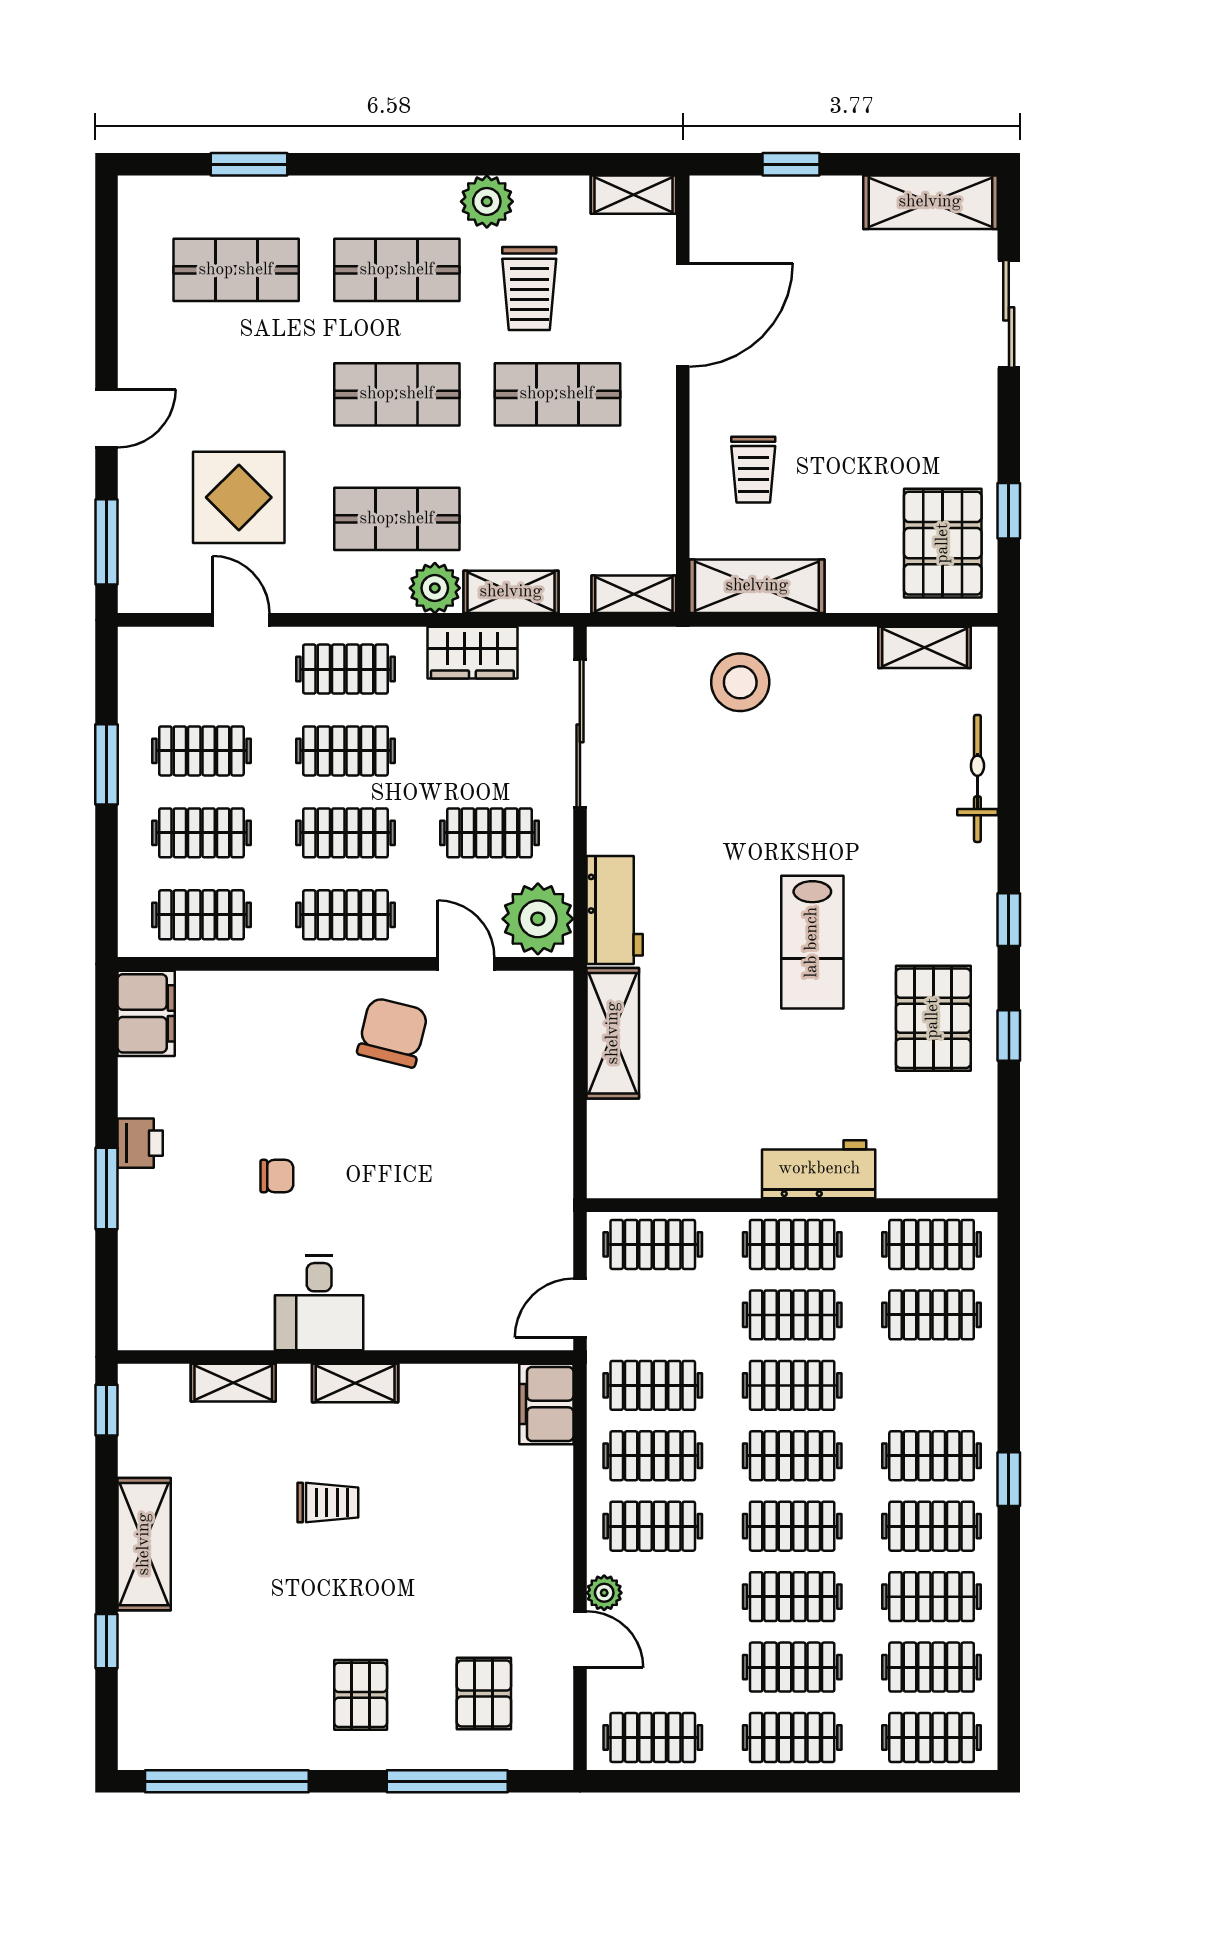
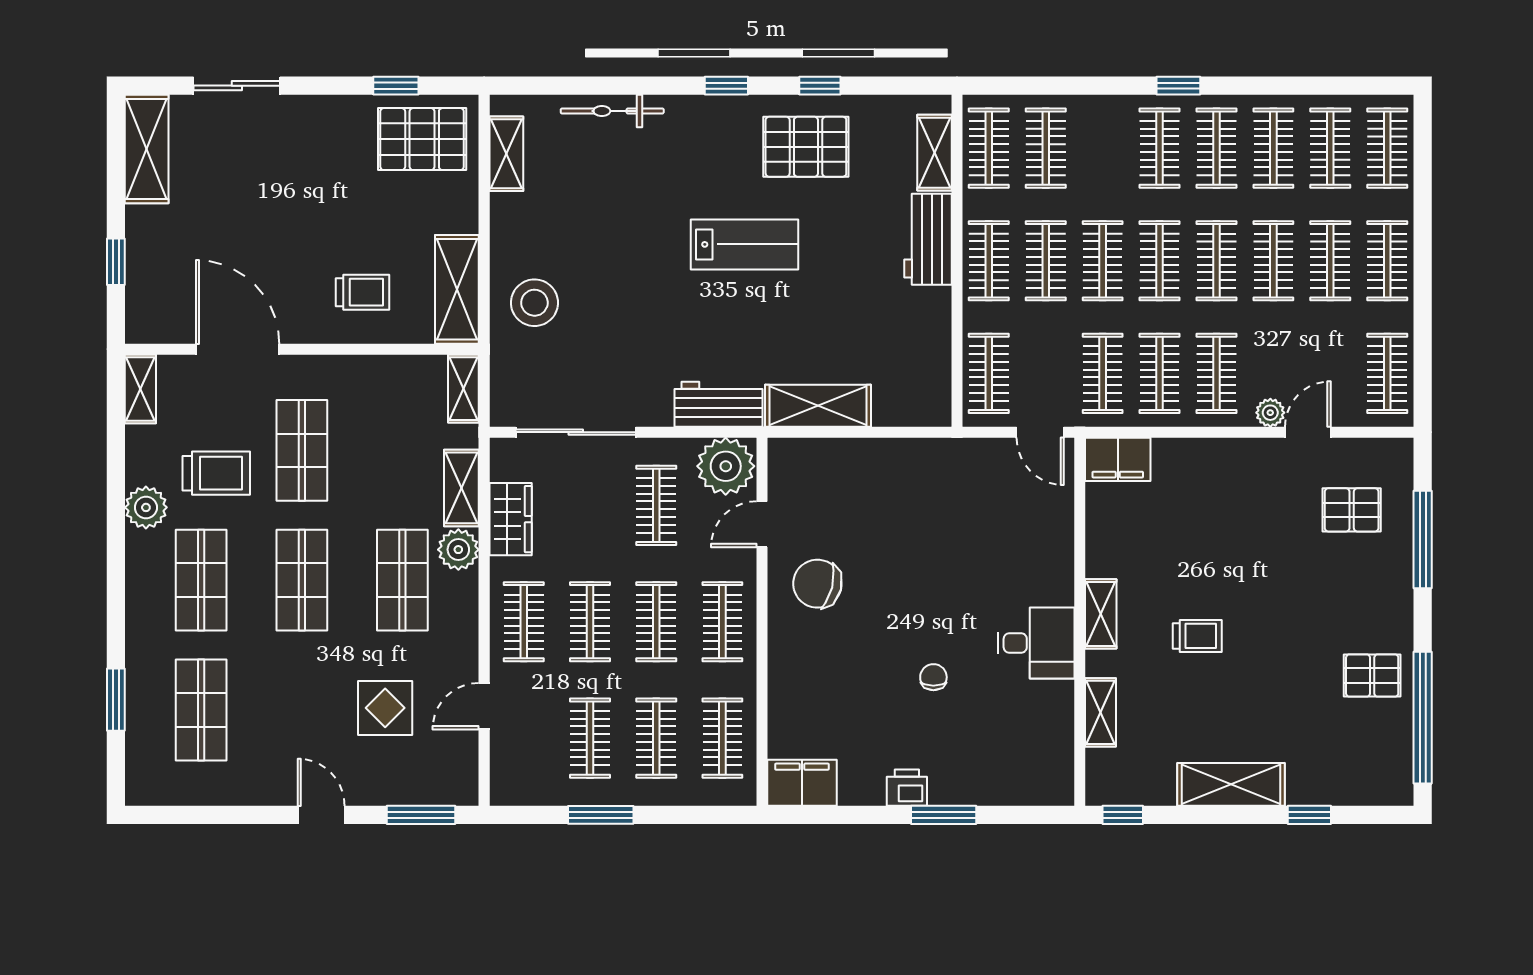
display table: (239, 497) -> (385, 708), width x0.73, depth x0.73
shelving: (926, 1177) -> (934, 153), added
trolley: (328, 1503) -> (1197, 636), turned 90
pallet: (361, 1695) -> (1372, 676), moved

